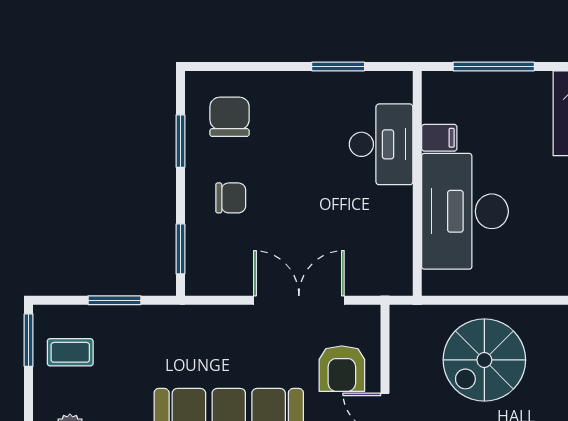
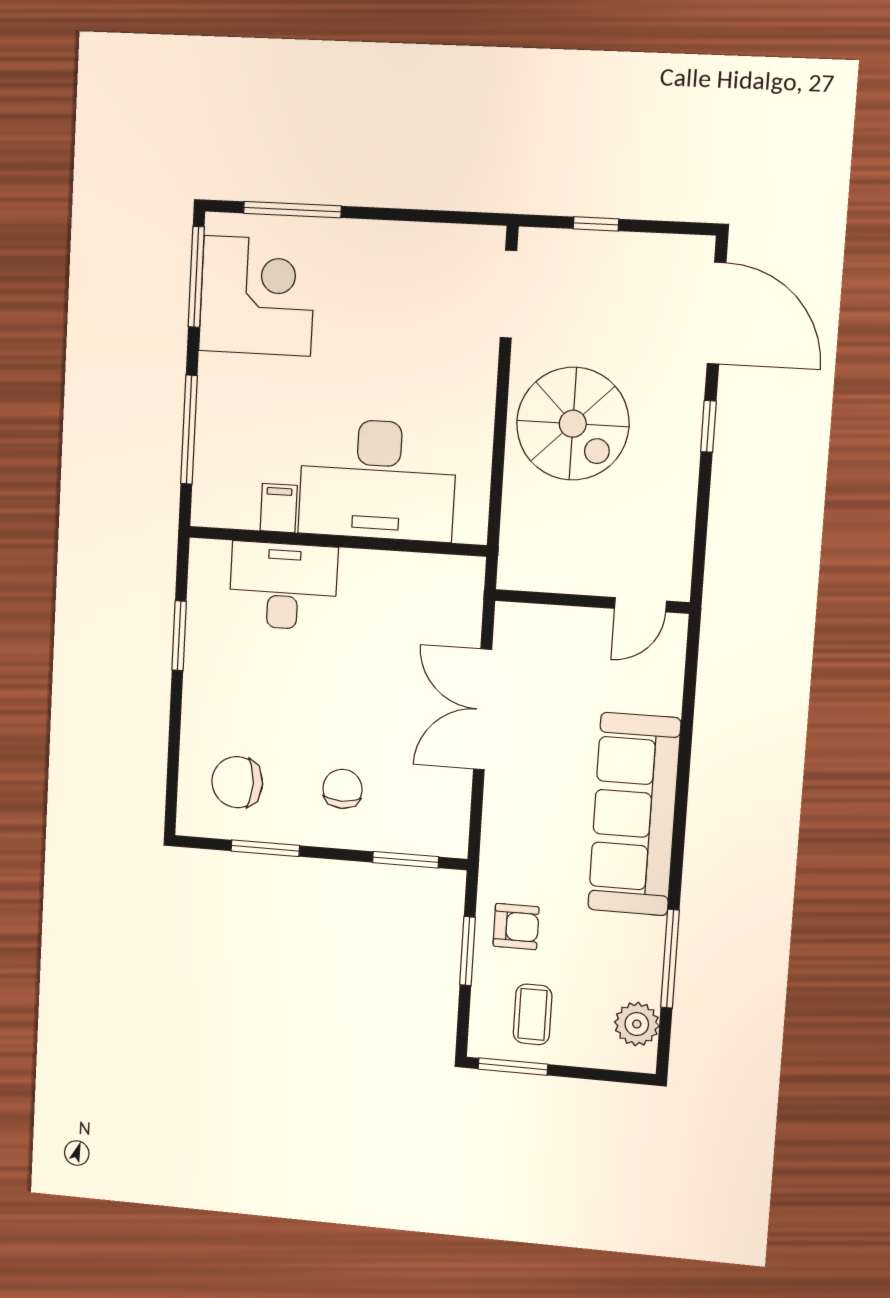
spiral stairs: (484, 360) -> (573, 424), moved
armchair: (342, 369) -> (516, 927), moved, width x0.72, depth x0.72

